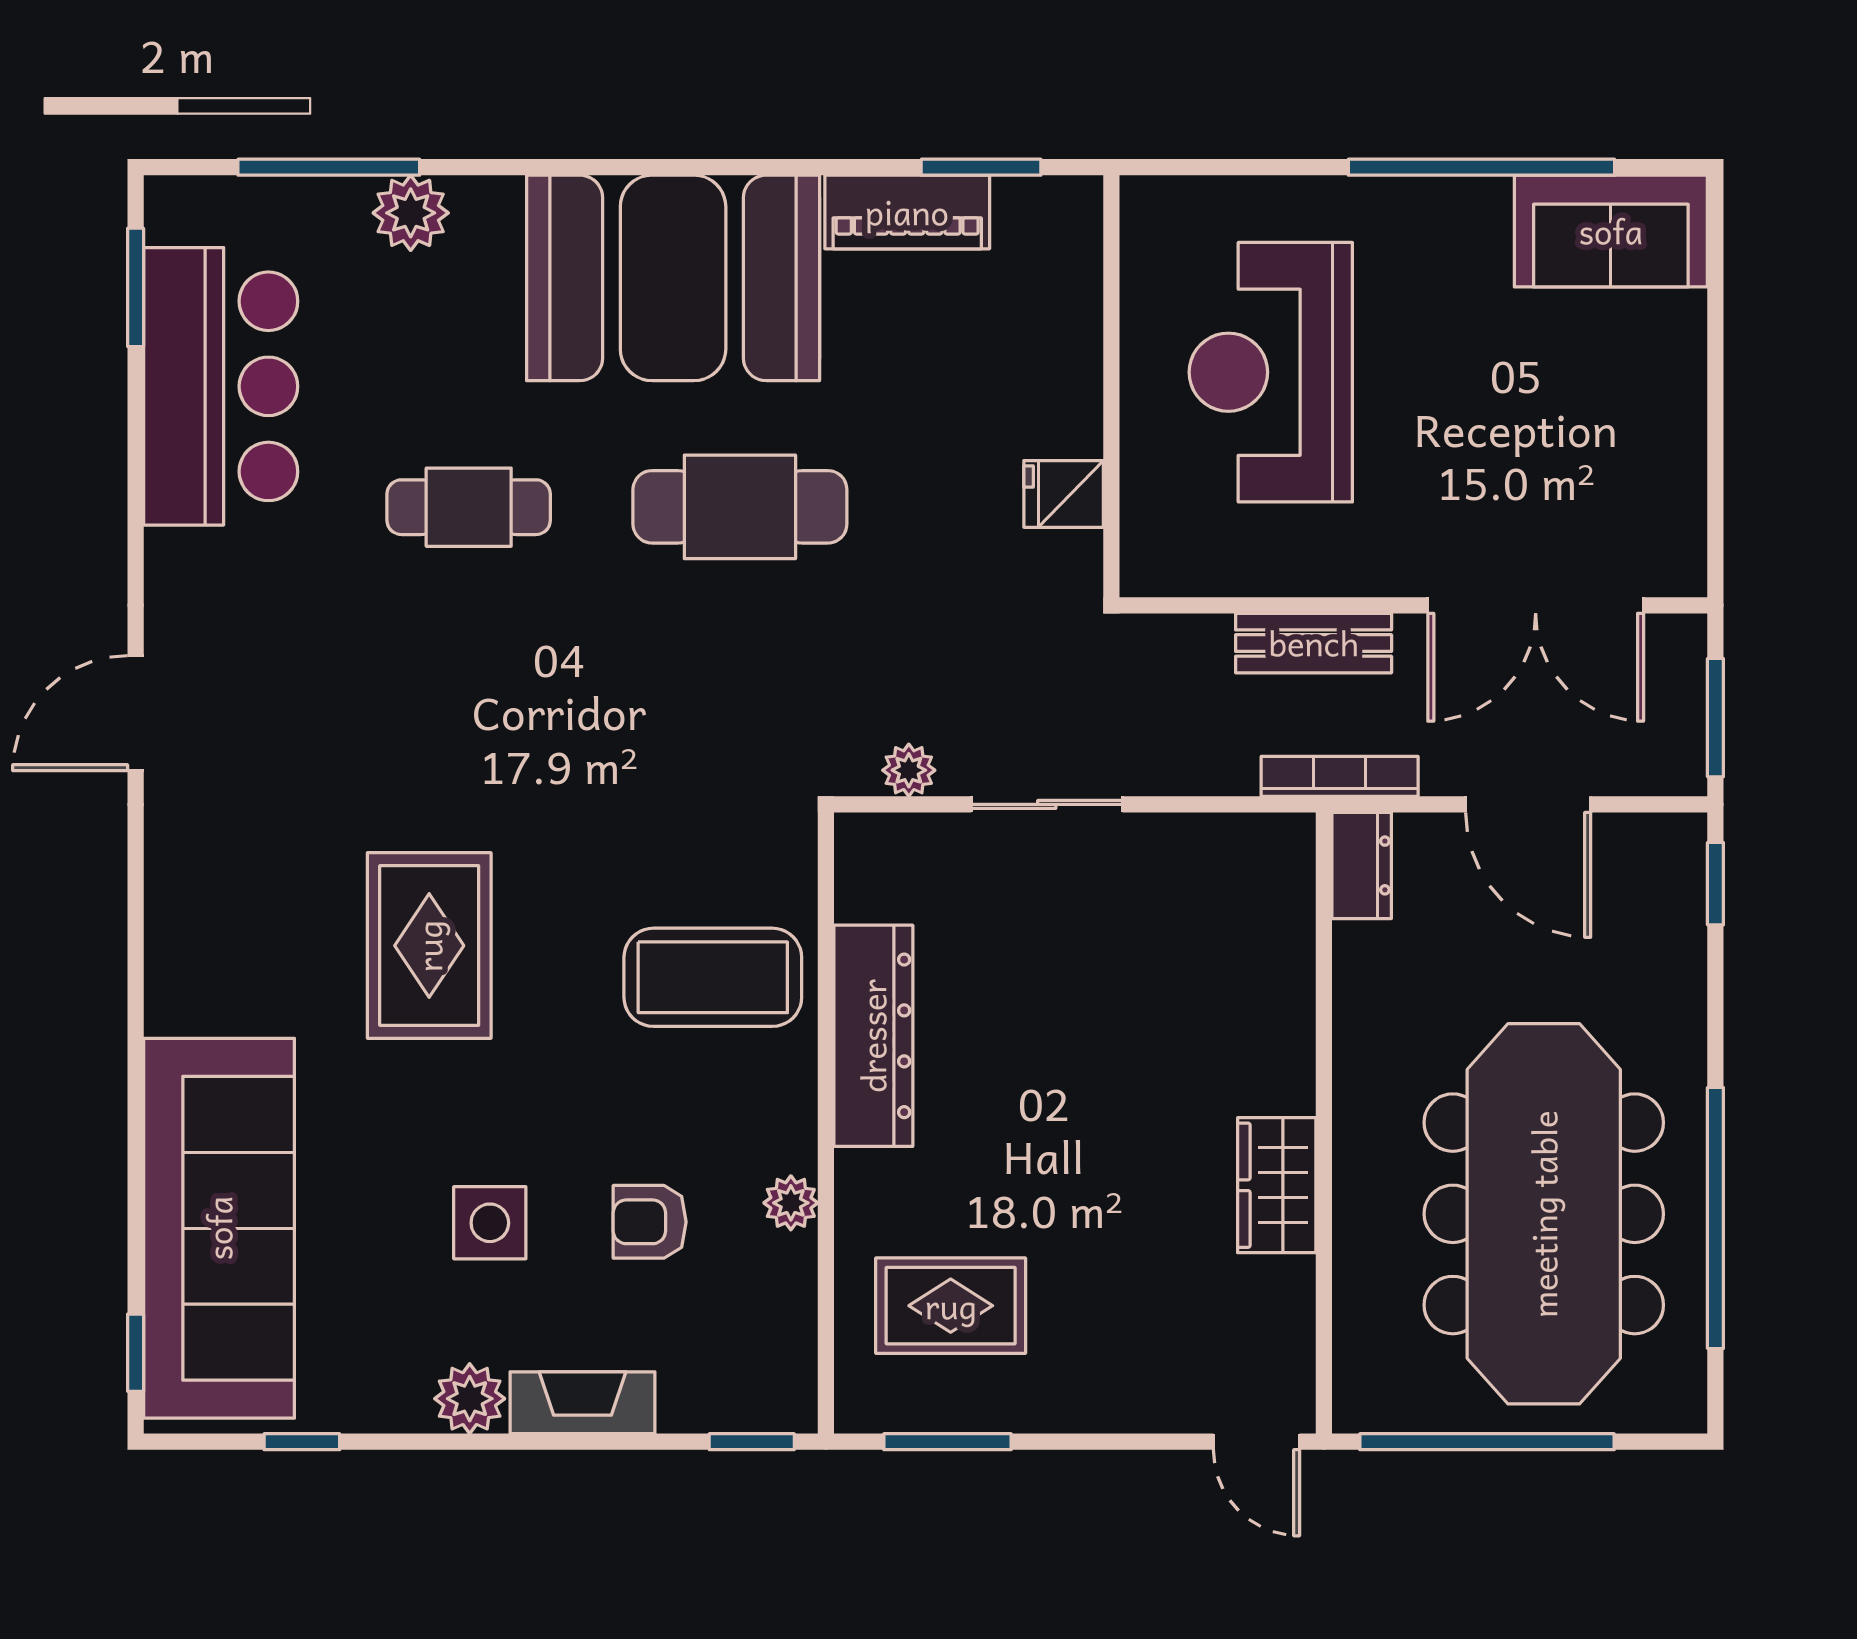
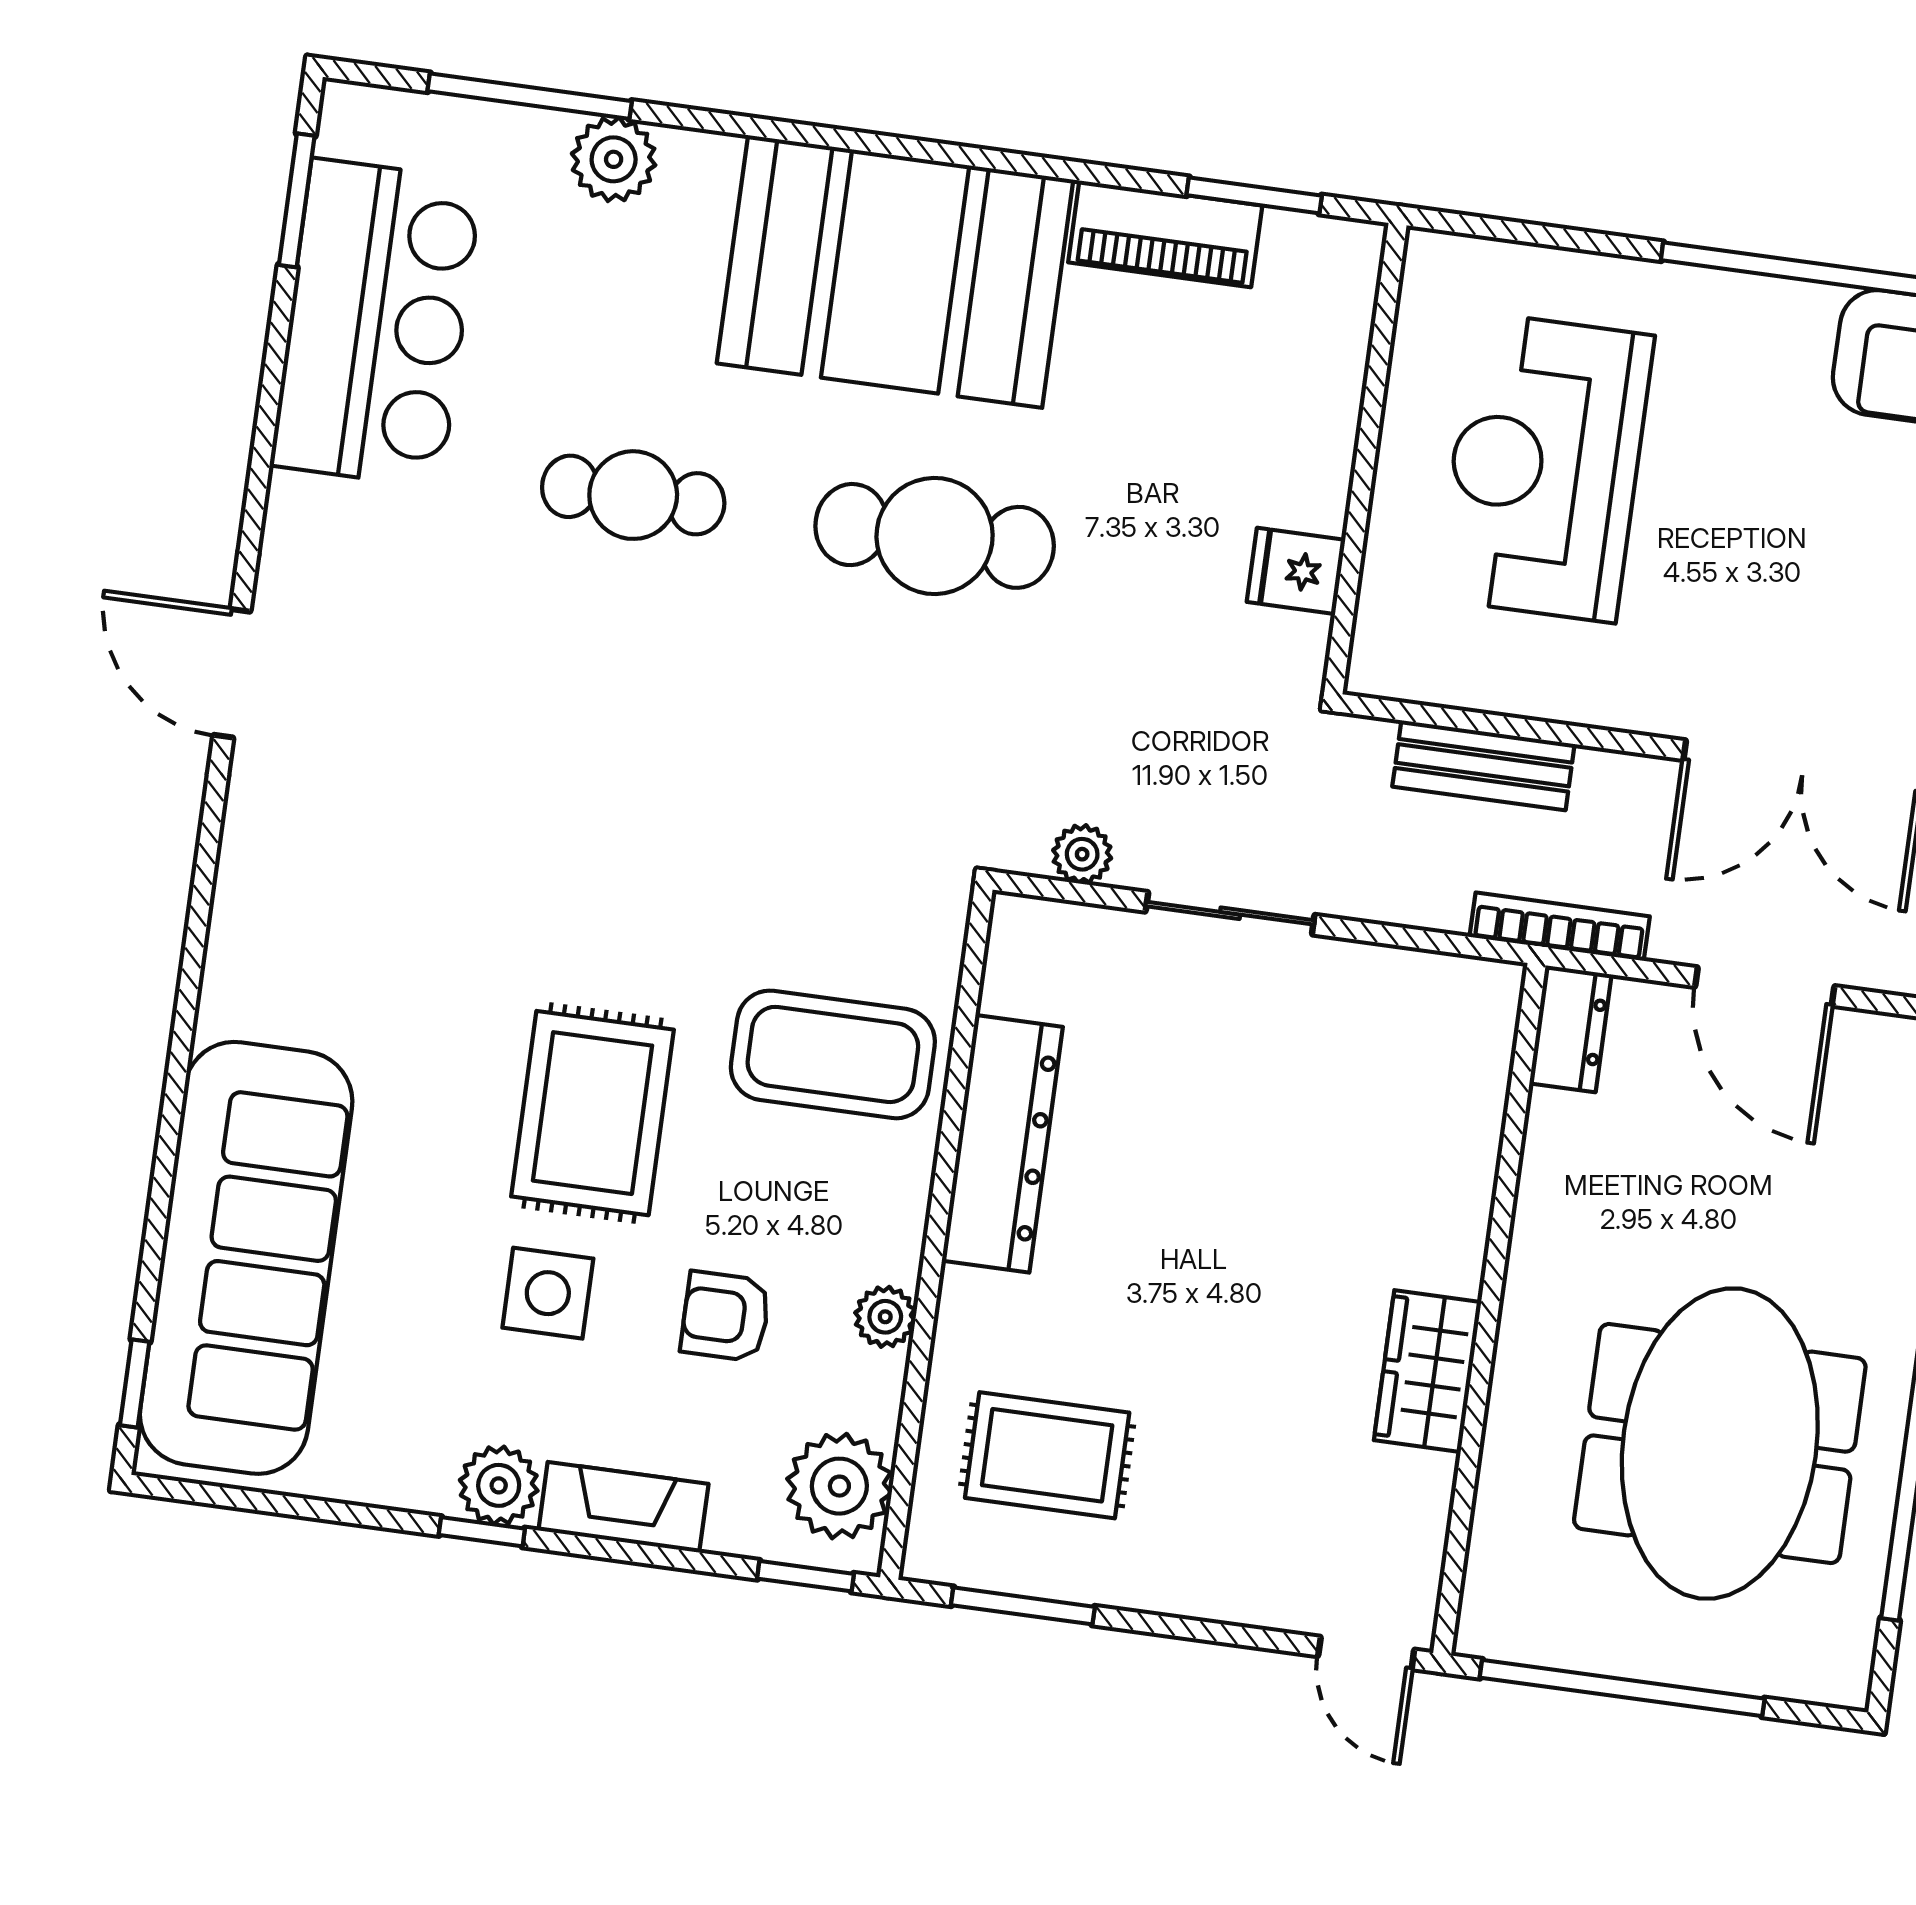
bench: (1314, 643) -> (1483, 765), moved
door: (136, 713) -> (232, 673), hinge flipped
rug: (429, 946) -> (593, 1113), moved
meeting table: (1544, 1214) -> (1720, 1444), width x0.73
plant: (771, 1358) -> (839, 1486), added
window: (302, 1442) -> (482, 1532), moved

